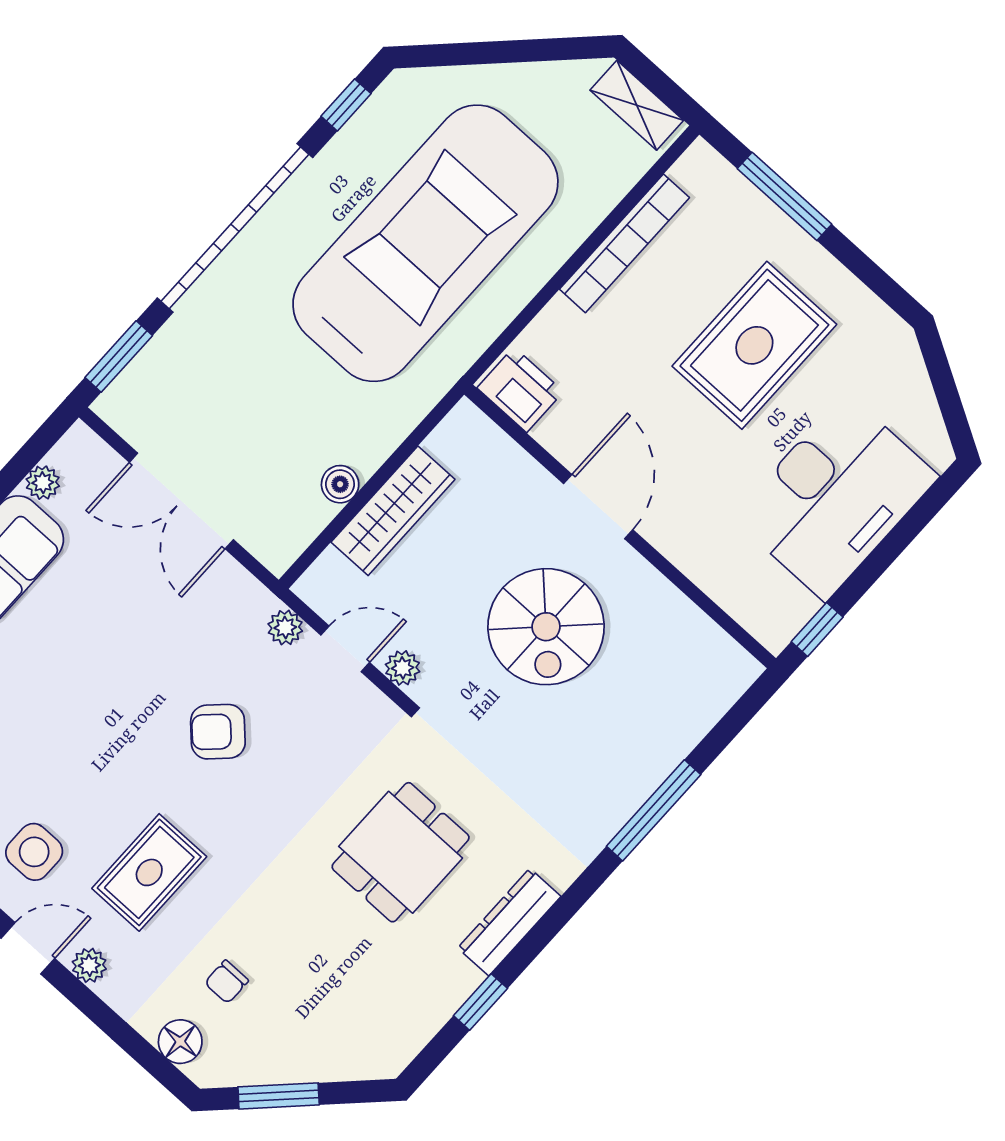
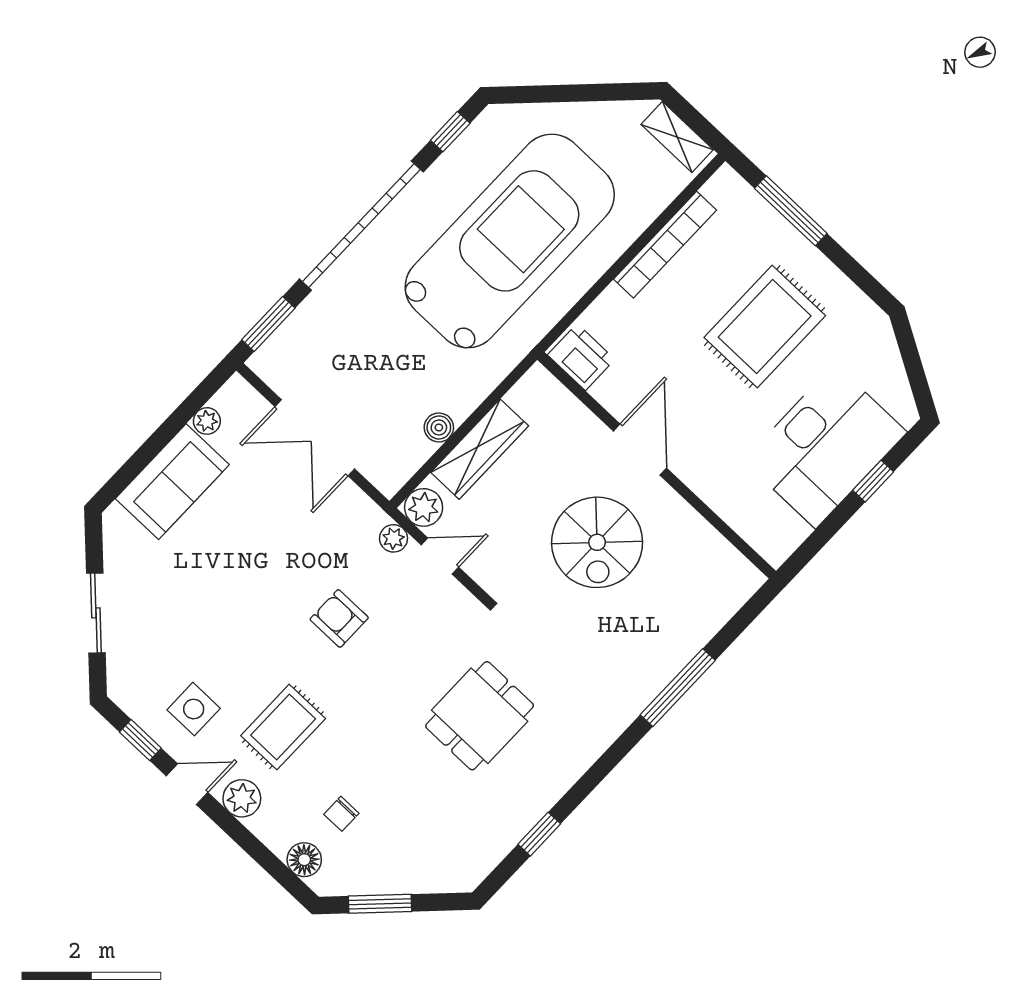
window: (817, 629) -> (873, 481), moved
plant: (403, 668) -> (424, 507), moved, width x1.38, depth x1.38
armchair: (218, 732) -> (339, 618), turned 44
dresser: (509, 922) -> (563, 772), removed
plant: (89, 965) -> (242, 798), width x1.38, depth x1.38

